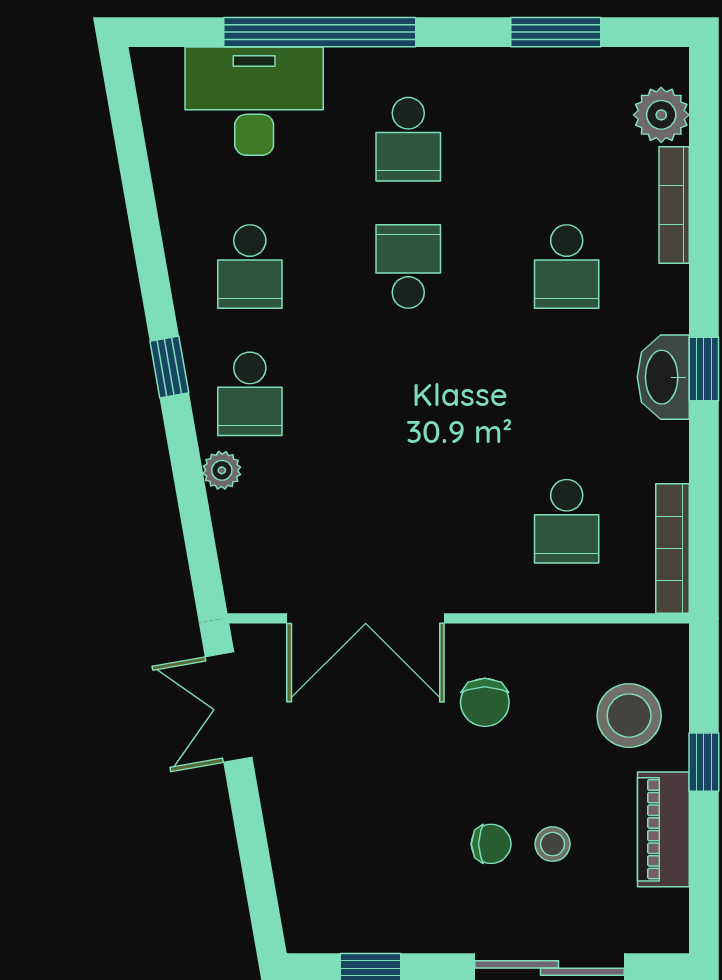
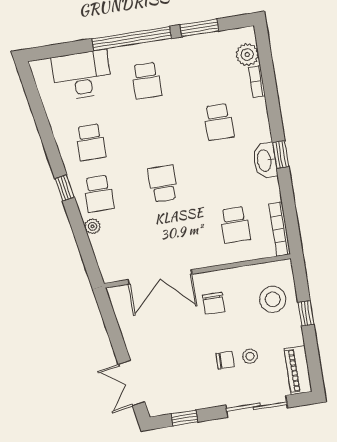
window: (320, 32) -> (132, 39), moved
bookcase: (674, 205) -> (257, 82), width x0.64
school desk: (408, 267) -> (163, 183), moved
double door: (229, 707) -> (131, 383), moved
piano: (663, 829) -> (298, 370), moved

